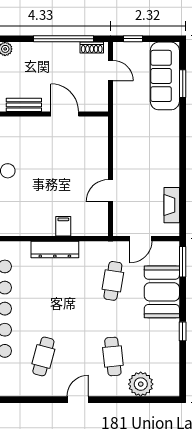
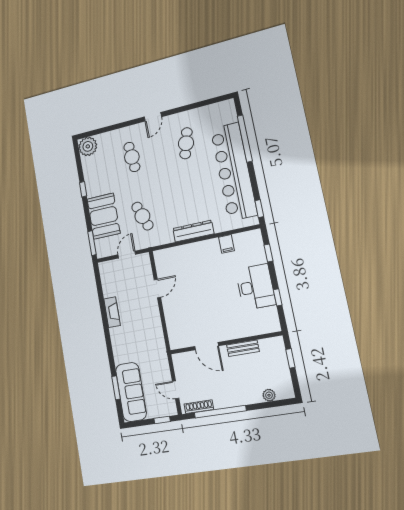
shoe rack: (92, 48) -> (199, 407), width x1.43
fireplace: (172, 205) -> (112, 312), moved
filing cabinet: (63, 226) -> (227, 244), moved
cafe table: (113, 281) -> (142, 216), turned -30
plant: (141, 384) -> (88, 146), moved

